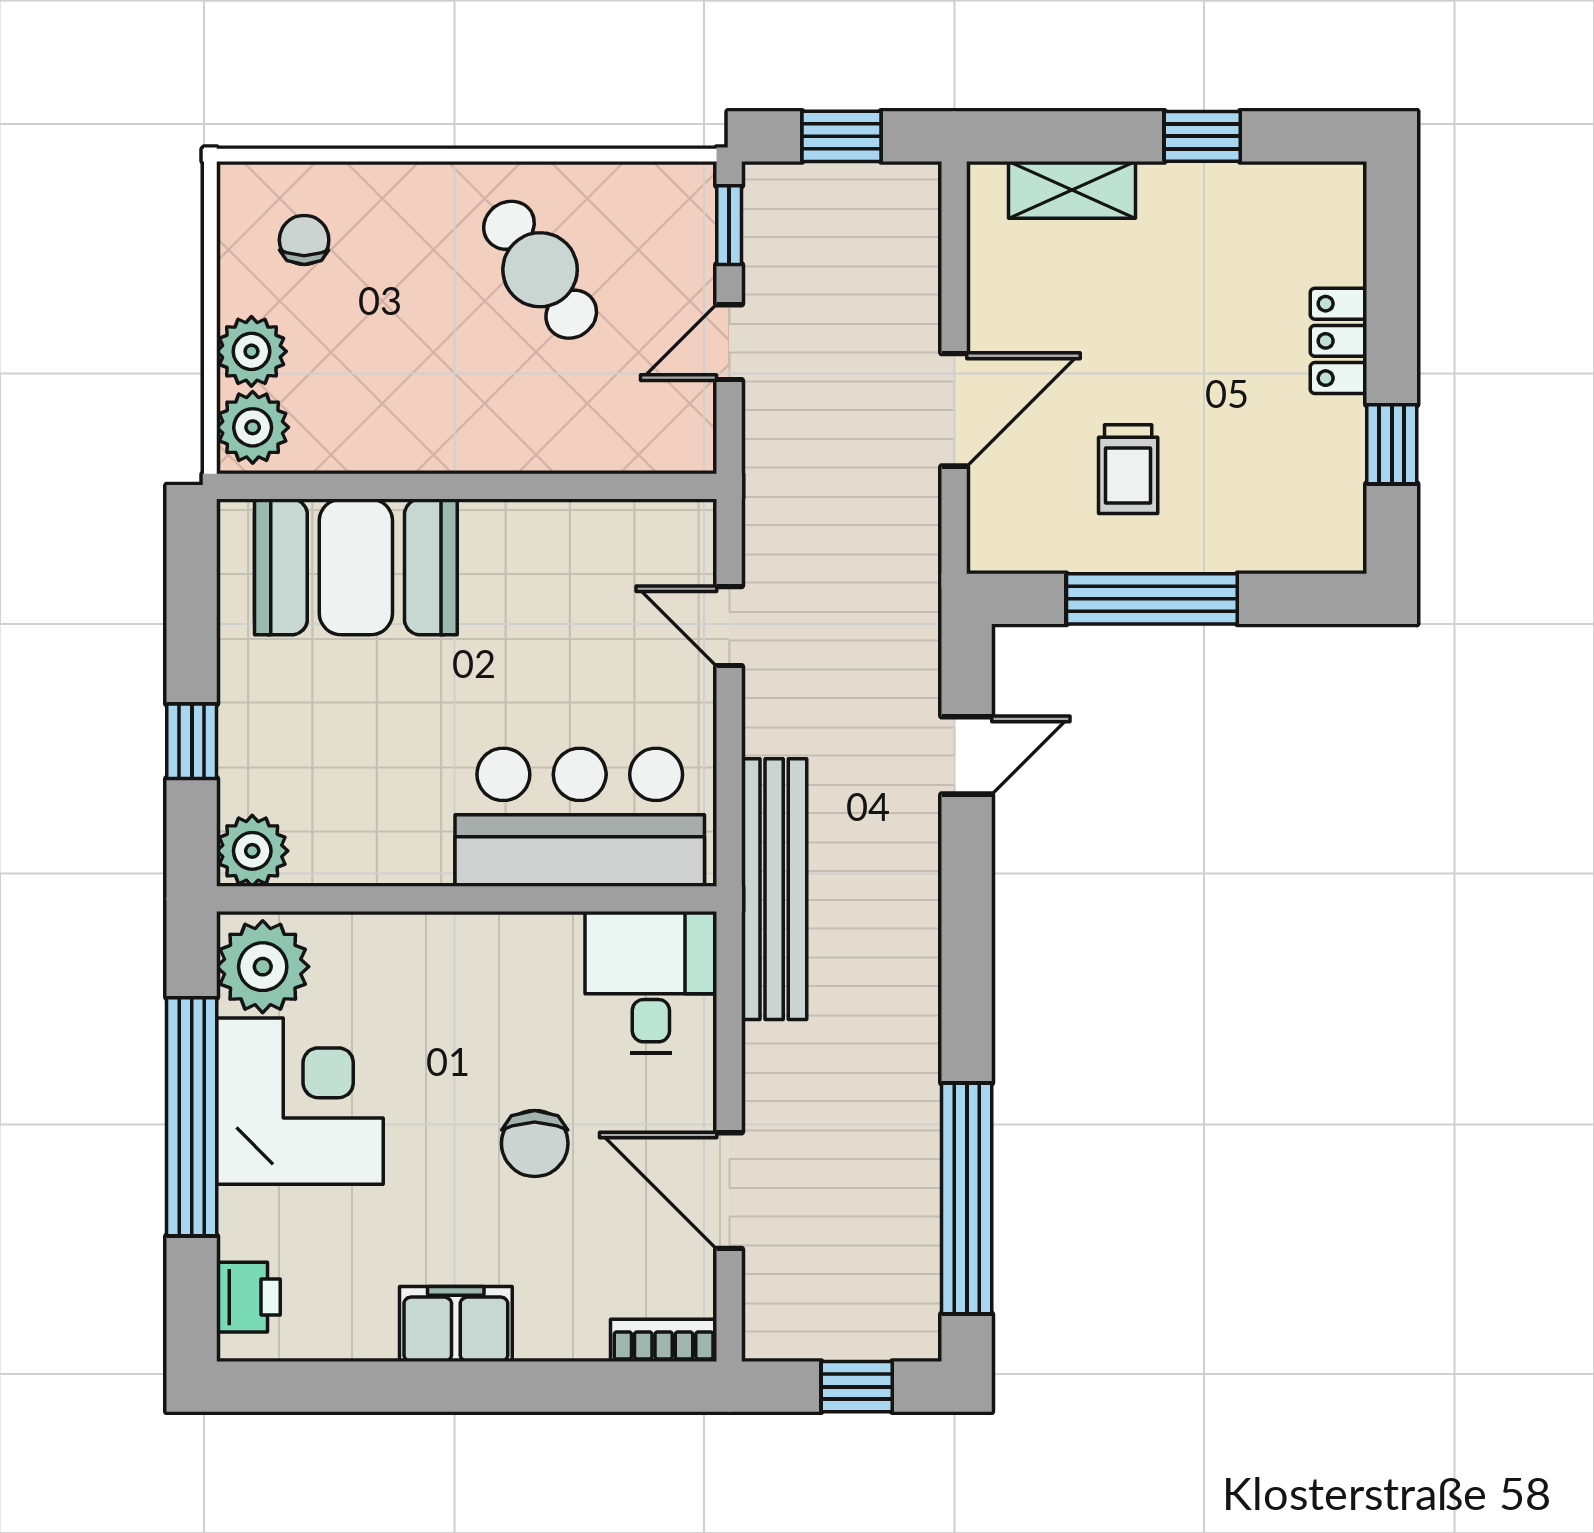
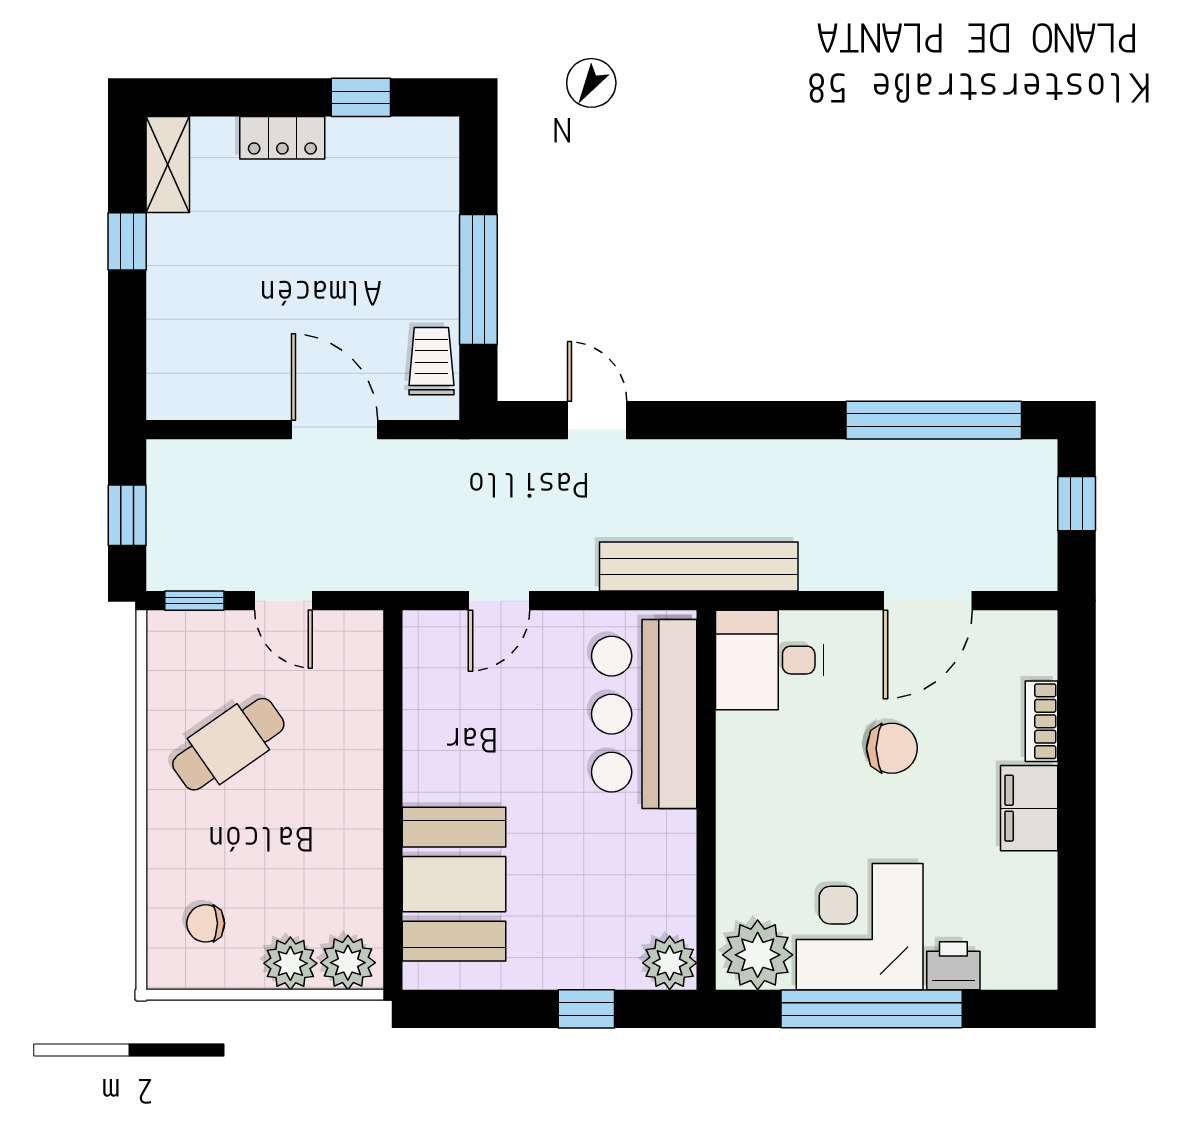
shelving: (1072, 190) -> (168, 164), moved
trolley: (1128, 469) -> (431, 361), moved, turned -90
printer: (248, 1297) -> (953, 966), moved
bookcase: (664, 1340) -> (1041, 721), moved

